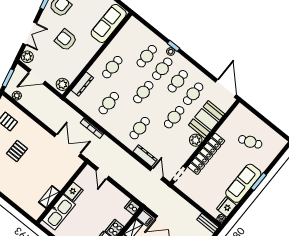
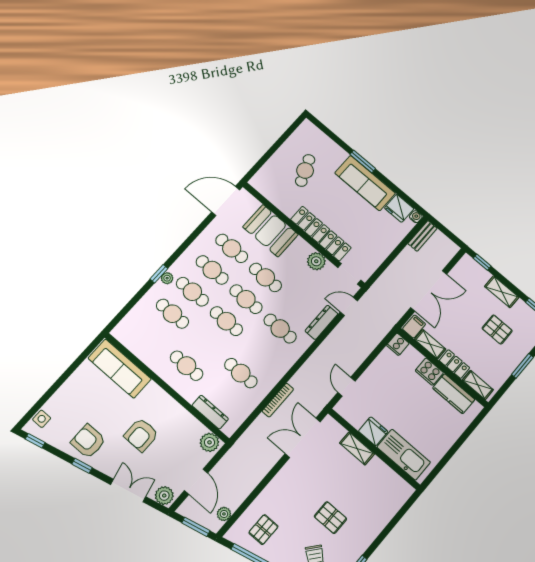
cafe table: (159, 105) -> (246, 299), added
plant: (196, 140) -> (316, 261), moved
pallet: (17, 151) -> (330, 518), moved
door: (102, 173) -> (346, 387), swing flipped
shelving: (49, 197) -> (357, 448), moved

